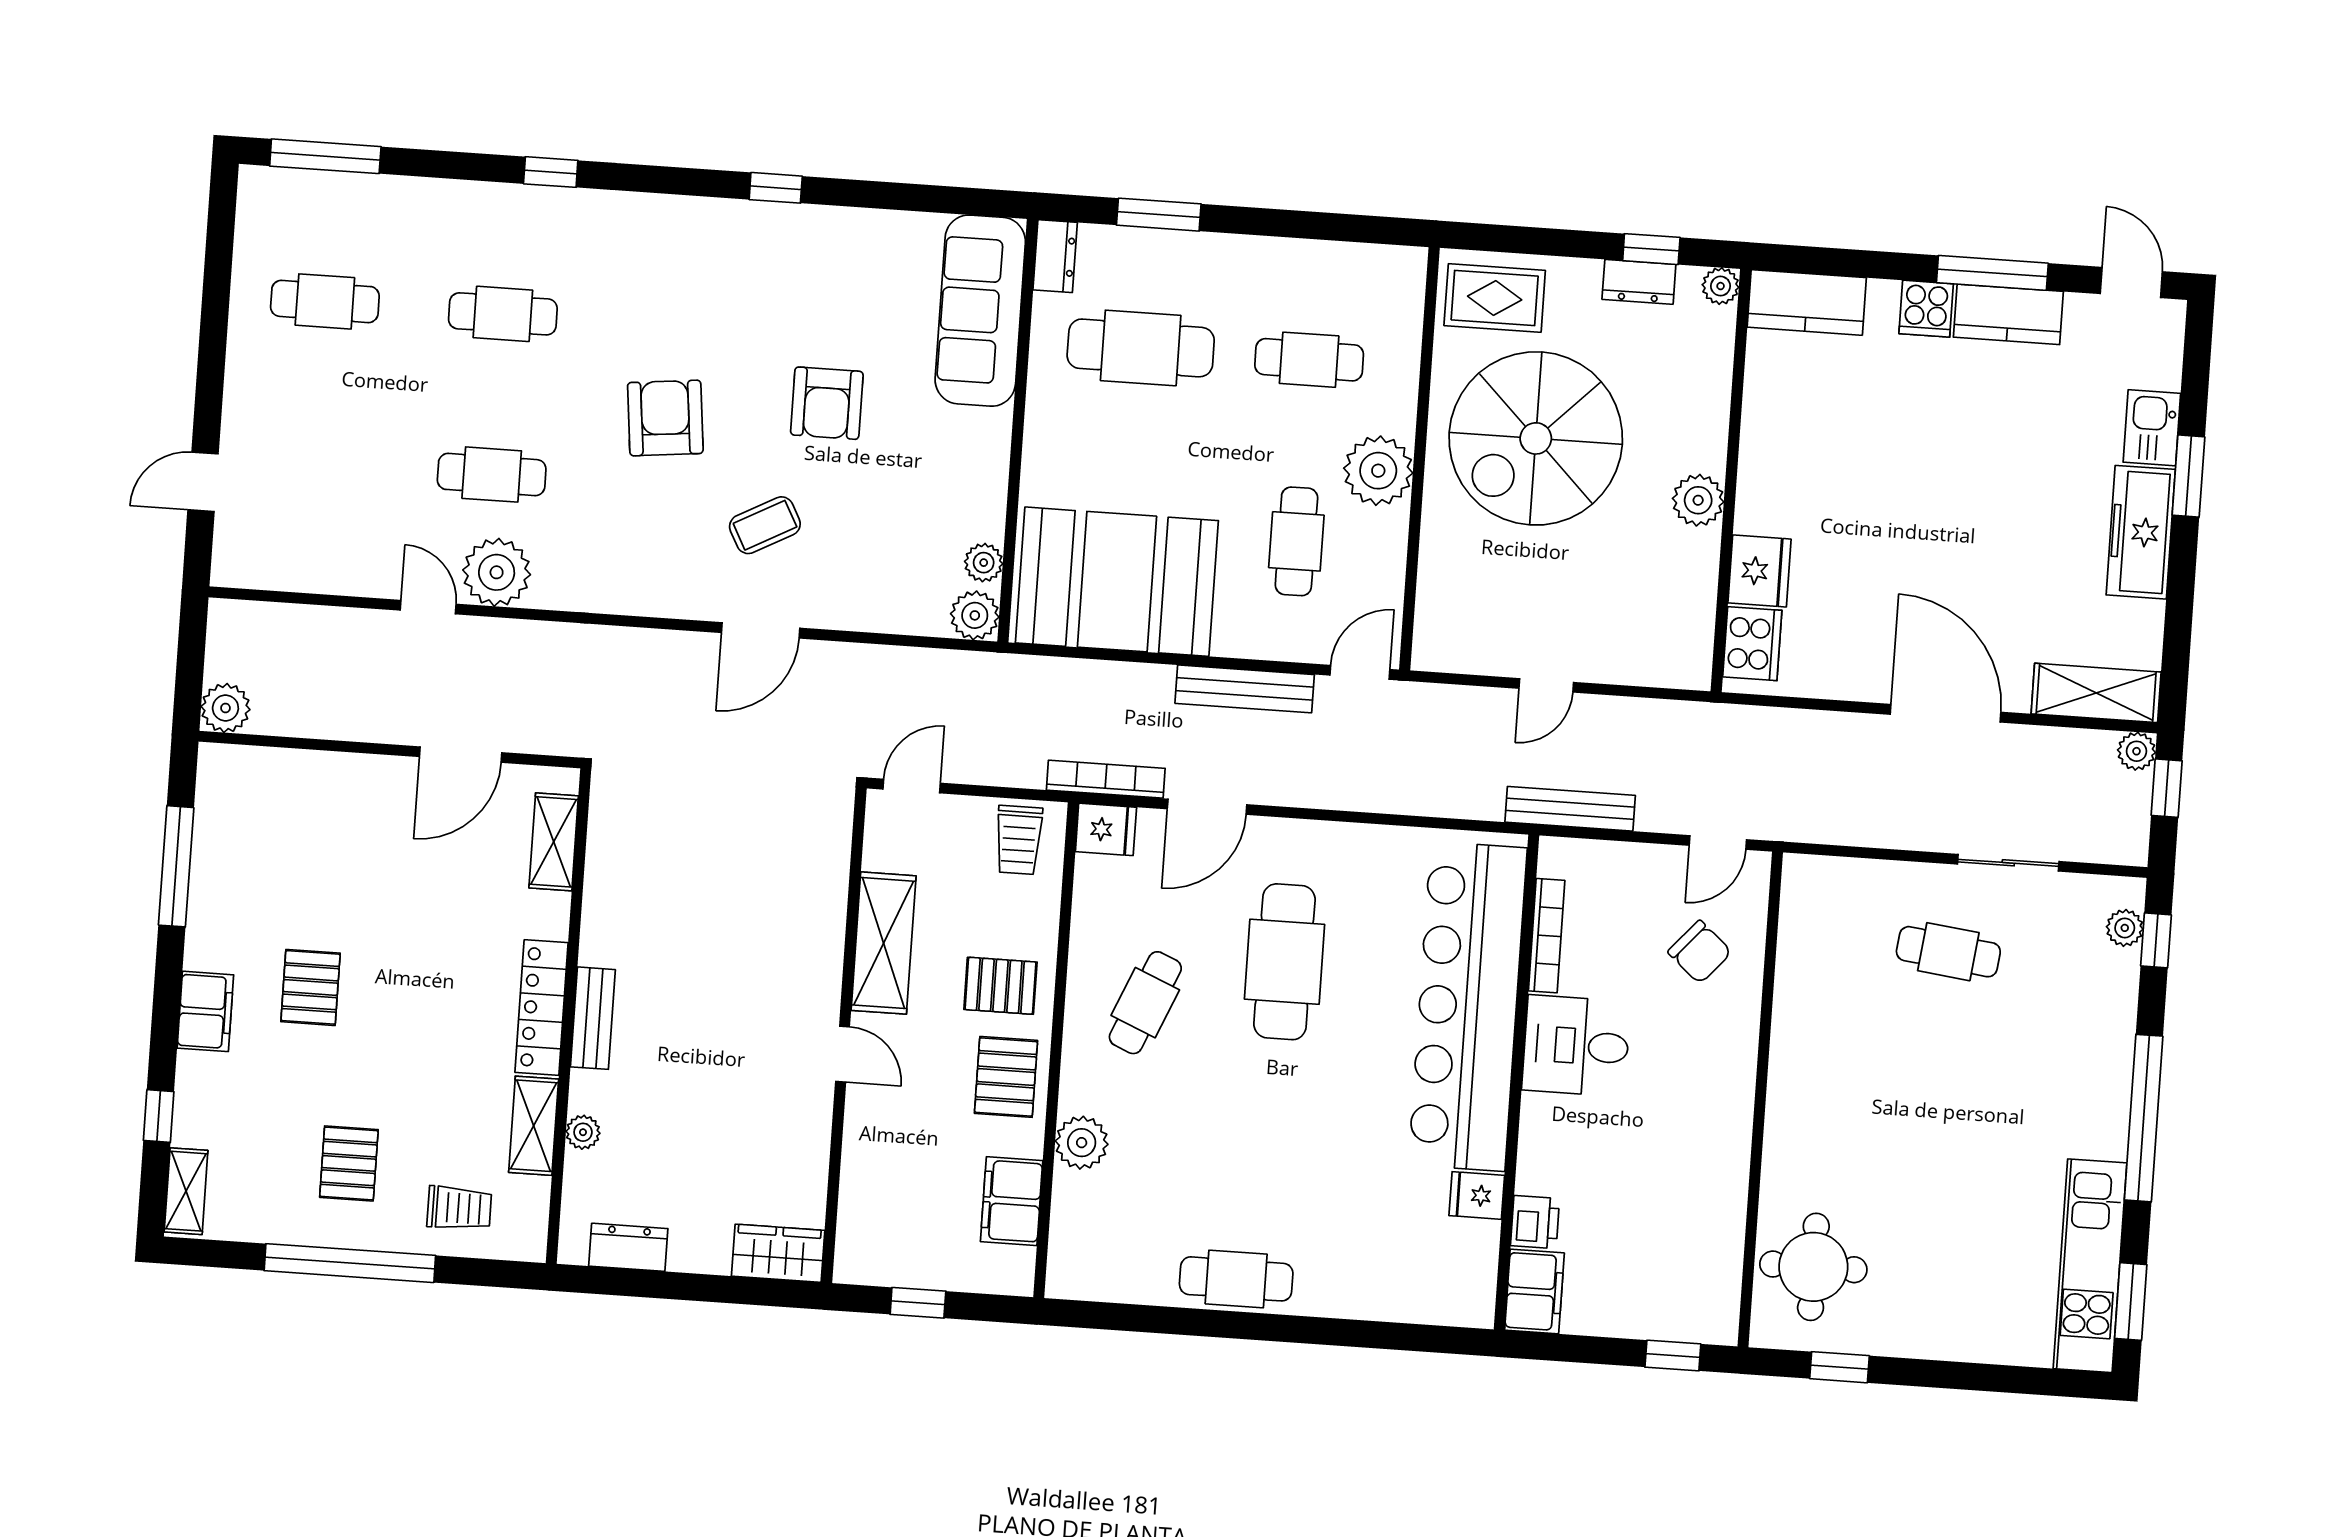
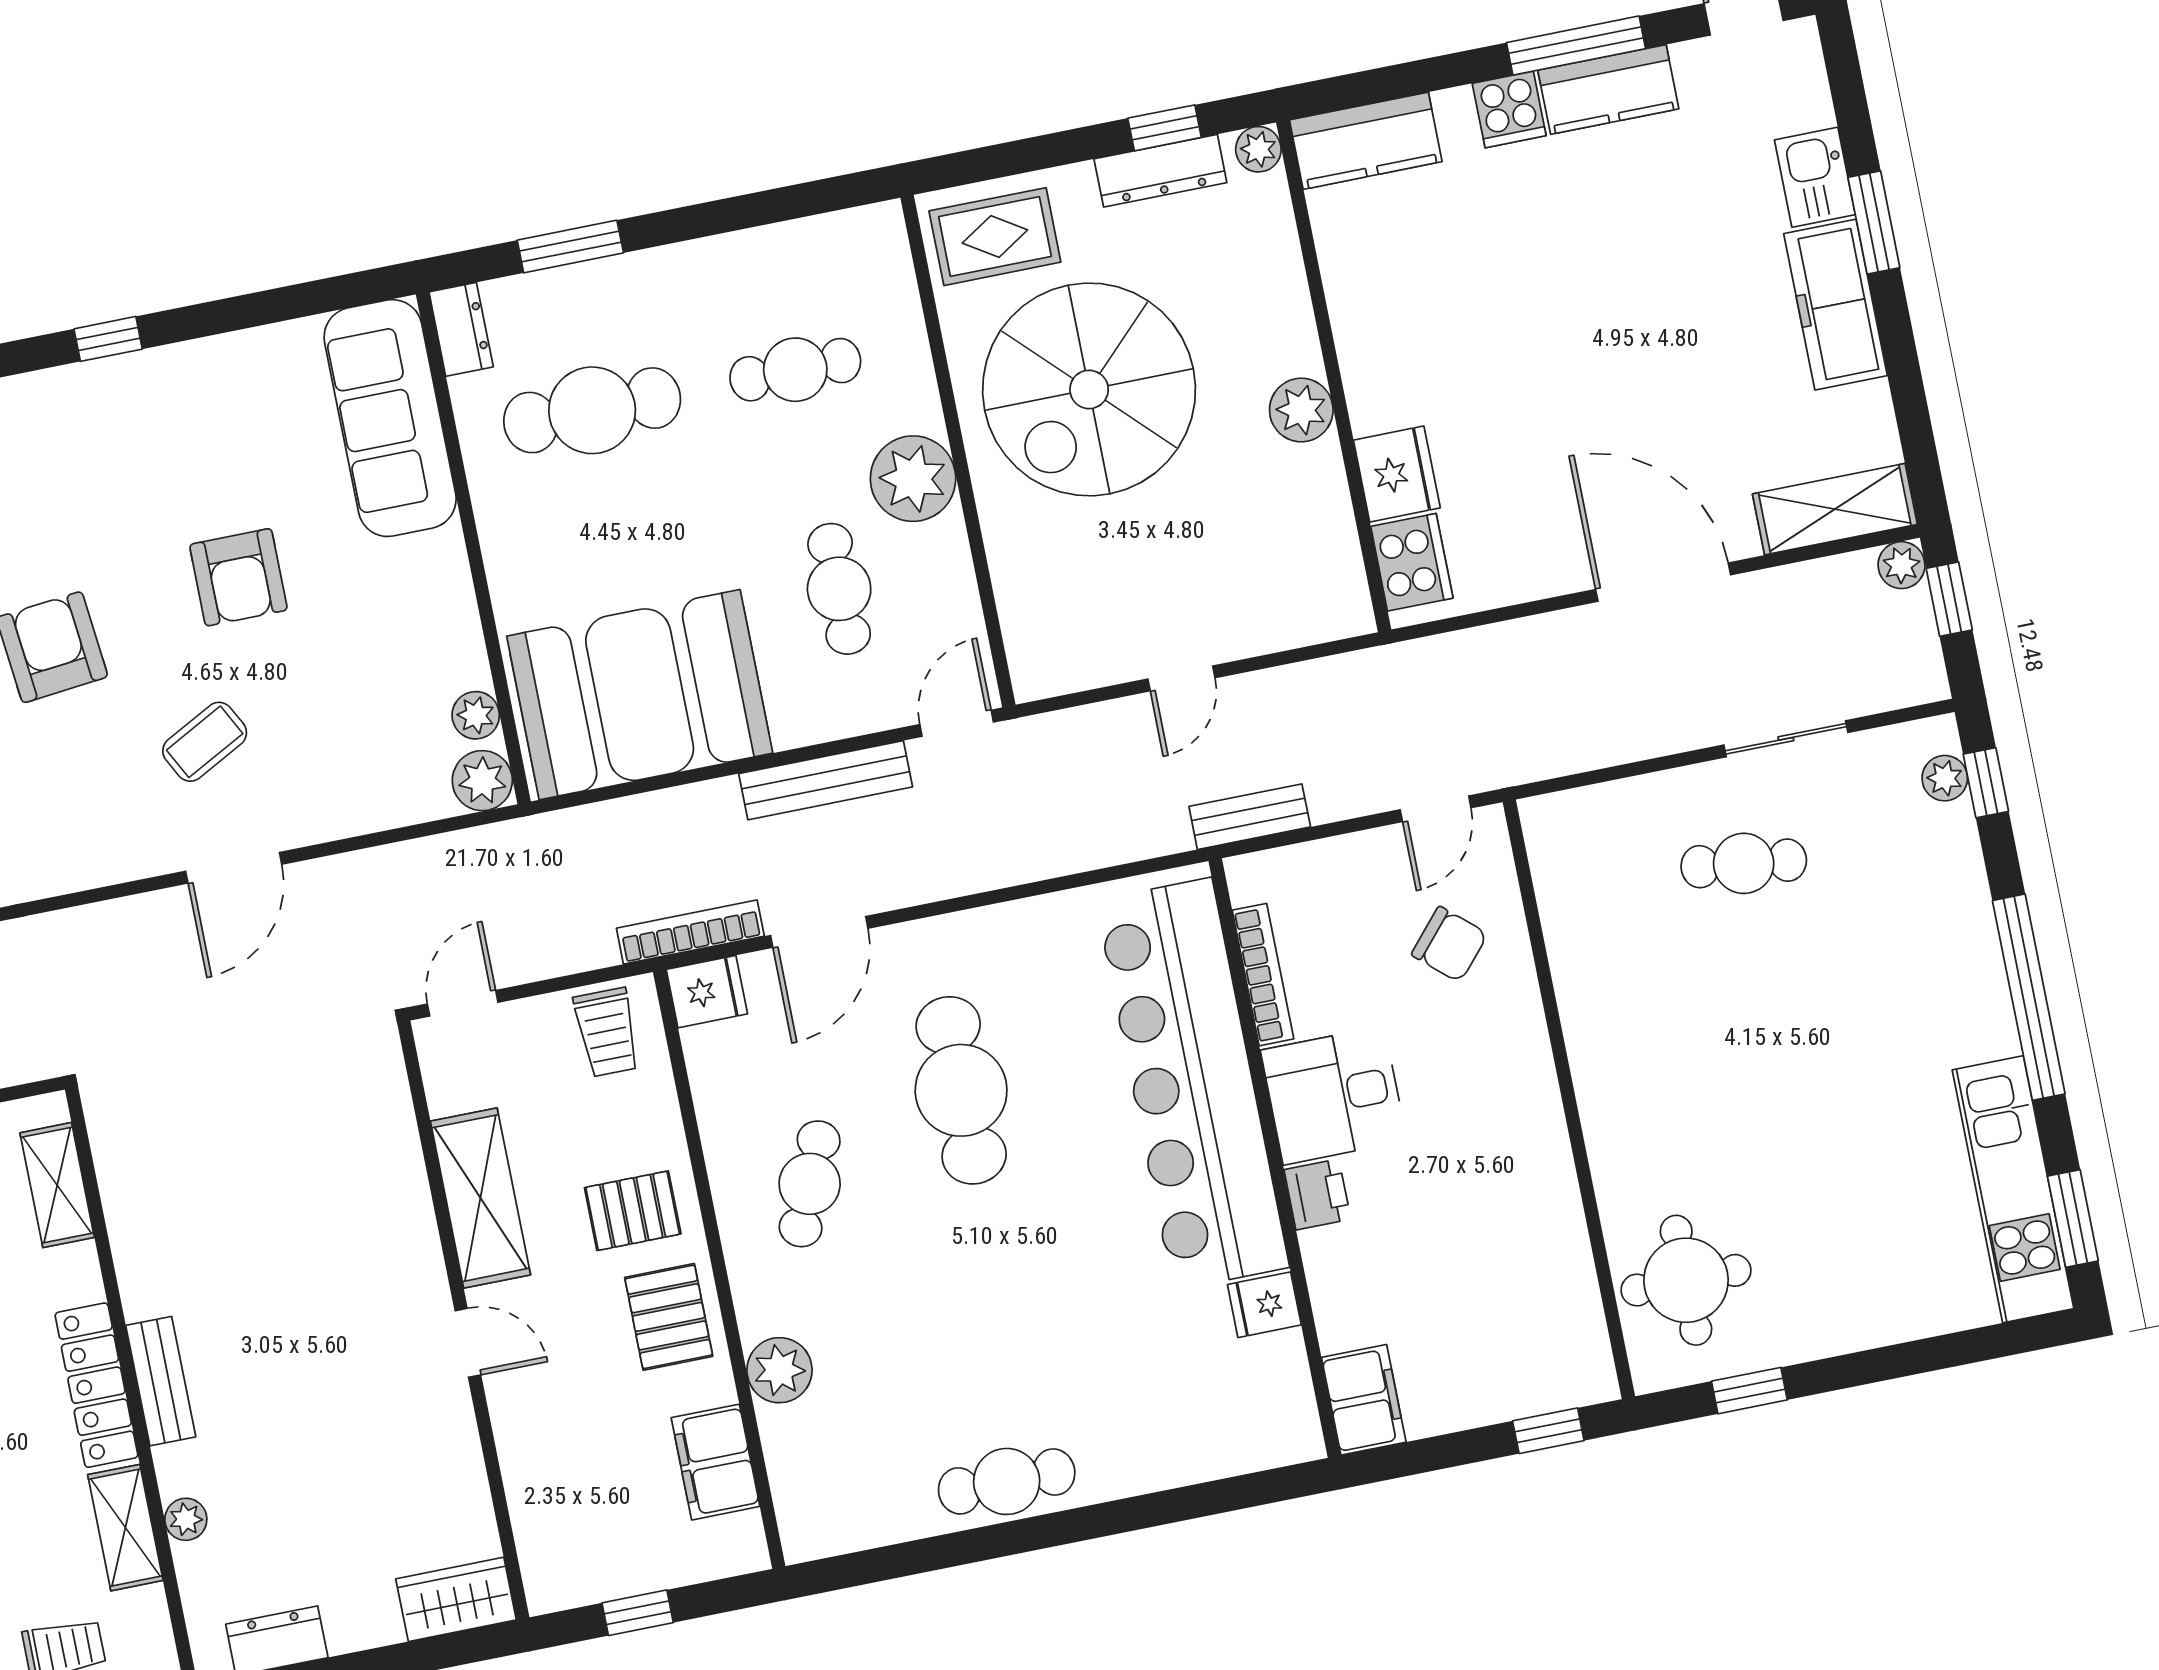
dresser: (1639, 282) -> (1160, 171), width x1.44
bench: (1570, 809) -> (1250, 817), width x0.73
printer: (1535, 1222) -> (1317, 1194), moved

